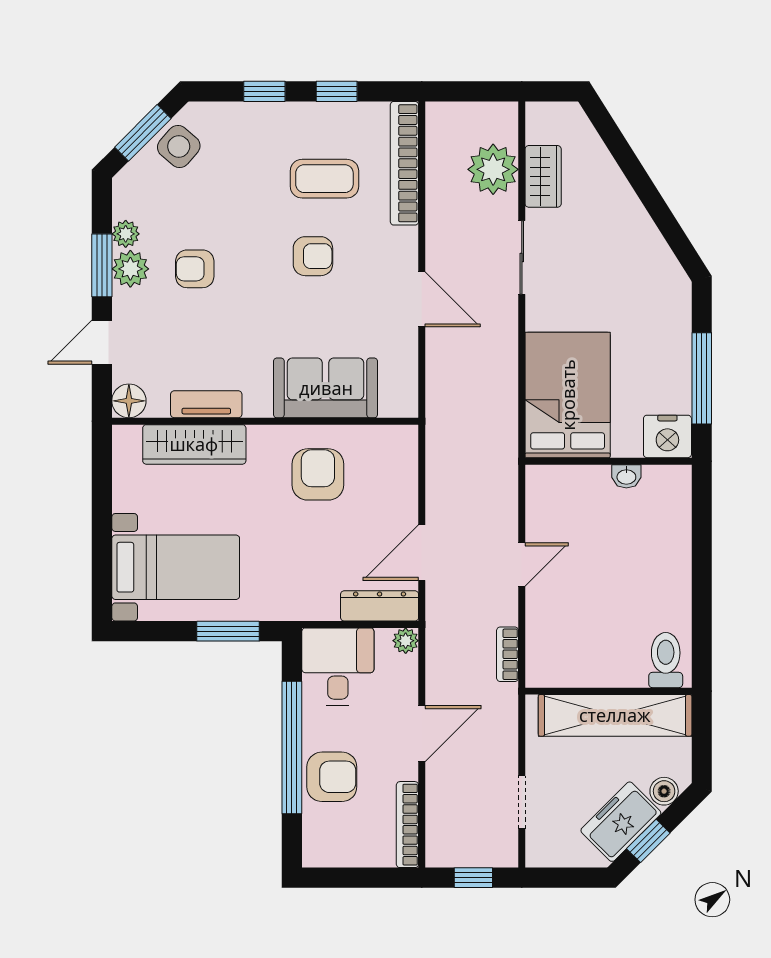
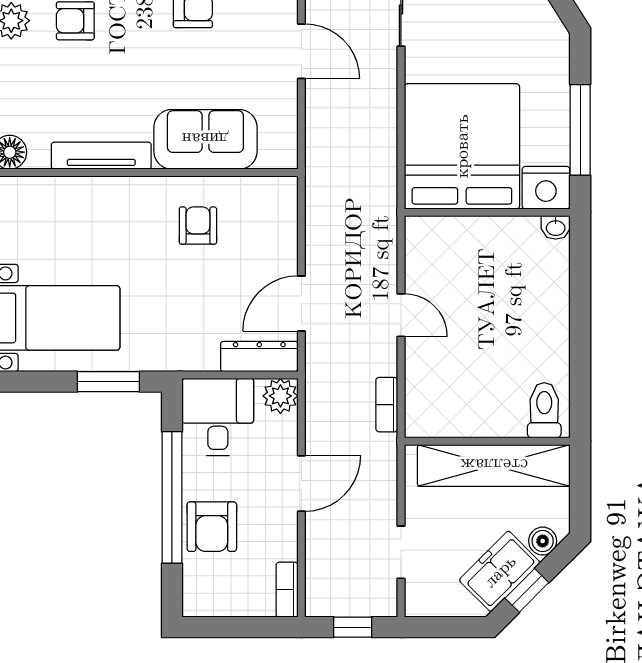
bed: (568, 395) -> (462, 146), width x1.36
tv unit: (206, 404) -> (101, 156), width x1.41
wardrobe: (194, 444) -> (75, 196), removed
armchair: (318, 474) -> (198, 226), width x0.72, depth x0.72
washbasin: (626, 476) -> (556, 227), moved
door: (522, 564) -> (401, 315), hinge flipped
plant: (406, 641) -> (280, 396), width x1.38, depth x1.38
armchair: (332, 777) -> (212, 527), turned 90
bookcase: (407, 825) -> (287, 590), width x0.64

